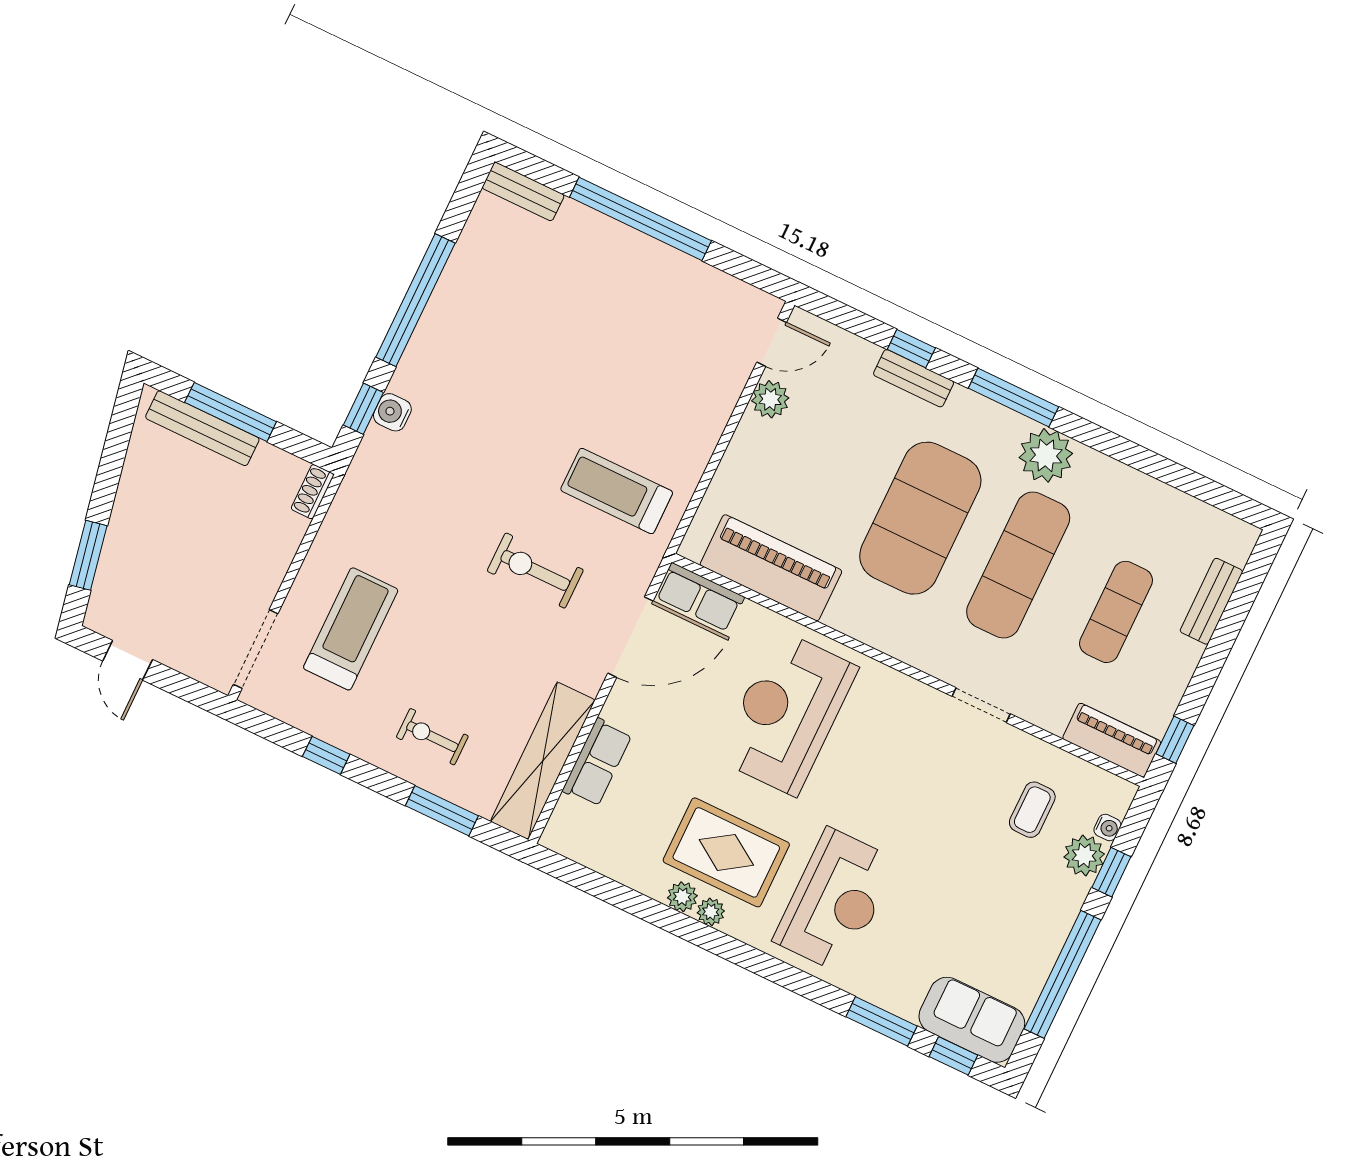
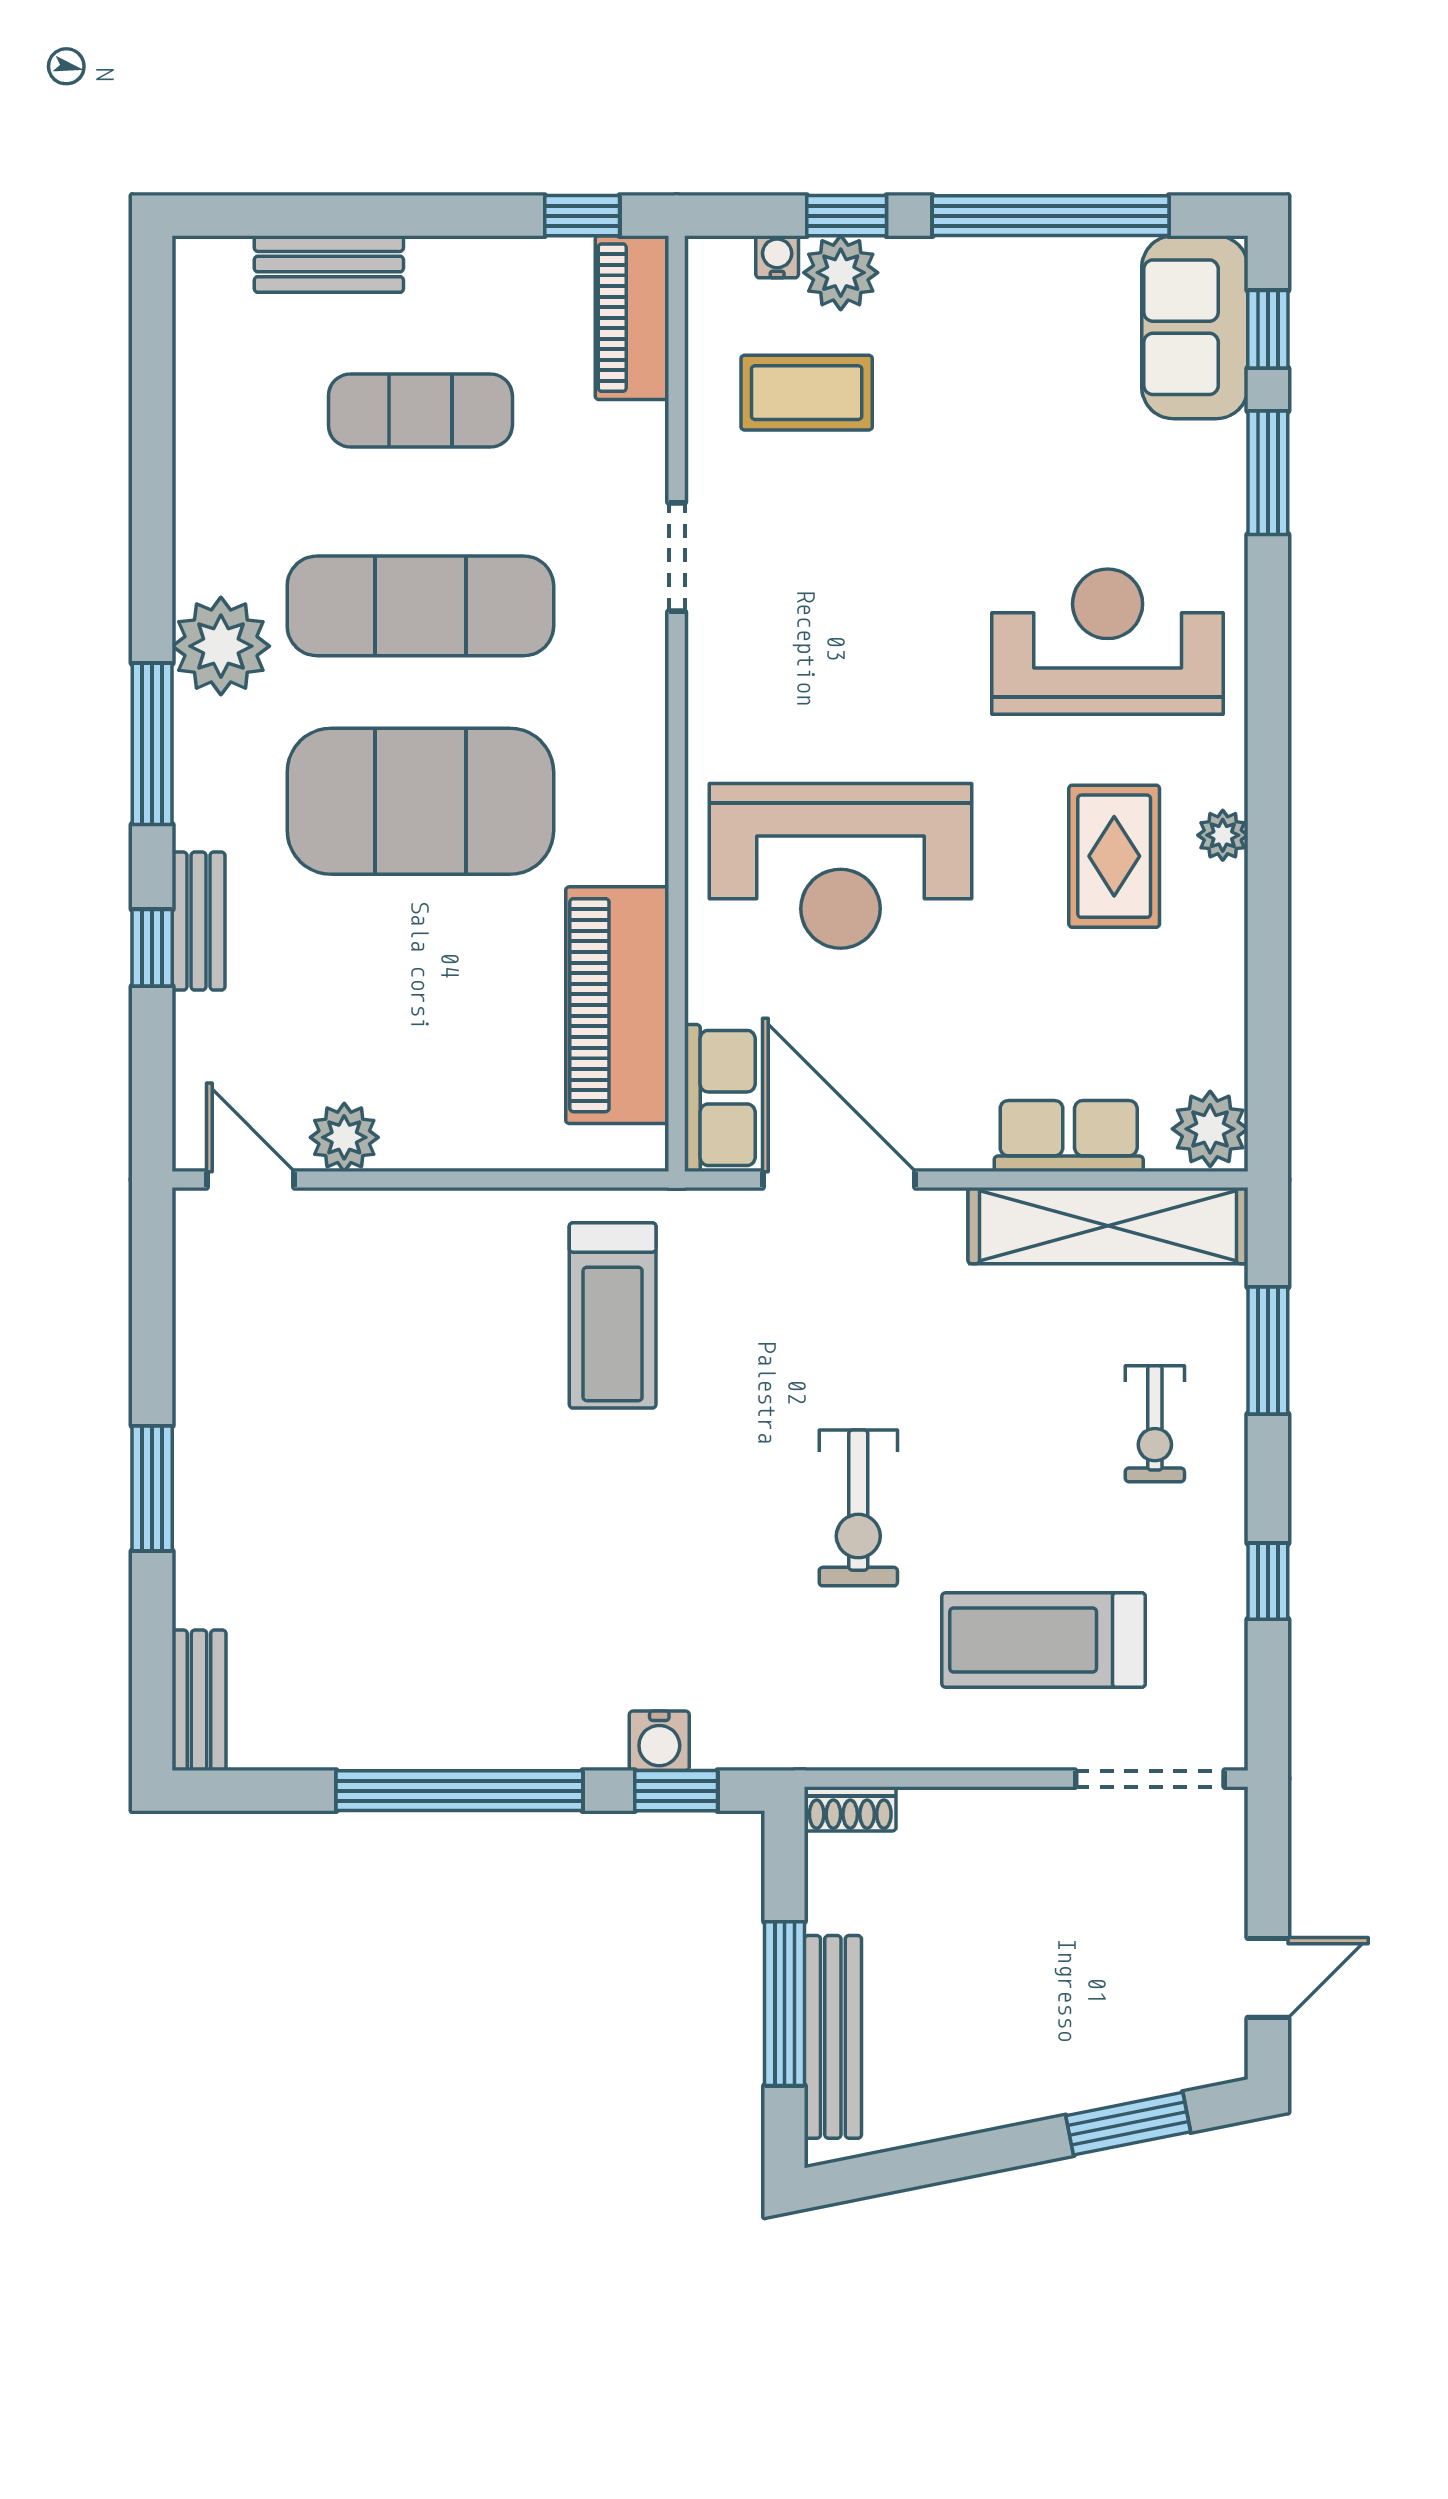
window: (641, 219) -> (152, 1488), width x0.47
exercise bike: (535, 571) -> (858, 1508), moved
coffee table: (1032, 810) -> (807, 393), width x1.36, depth x1.30
rug: (726, 852) -> (1114, 856), width x0.73, depth x0.70
plant: (682, 897) -> (1210, 1129), moved, width x1.38, depth x1.38

